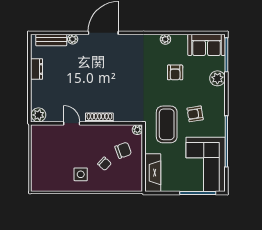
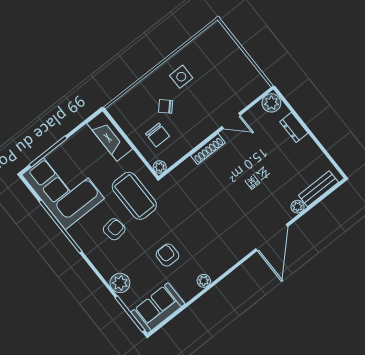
dresser: (37, 69) -> (294, 127), moved
chair: (123, 150) -> (158, 135), turned -70

